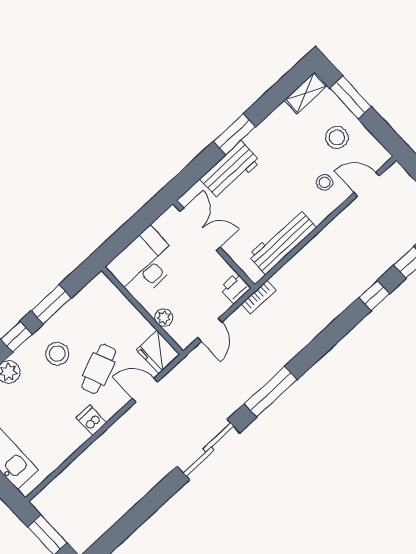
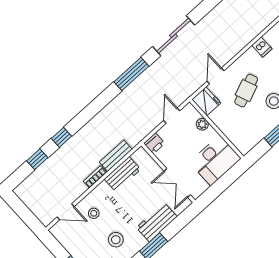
stool: (337, 137) -> (116, 240), moved
workbench: (282, 242) -> (122, 174), width x0.73
bench: (293, 269) -> (116, 156), added
bookcase: (259, 297) -> (95, 177), moved
door: (145, 390) -> (215, 76), swing flipped
dishwasher: (91, 420) -> (262, 47), moved

